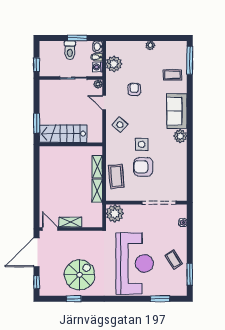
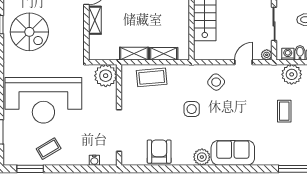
coffee table: (172, 75) -> (284, 111), moved
armchair: (134, 89) -> (260, 100), removed
armchair: (143, 167) -> (159, 152), moved

